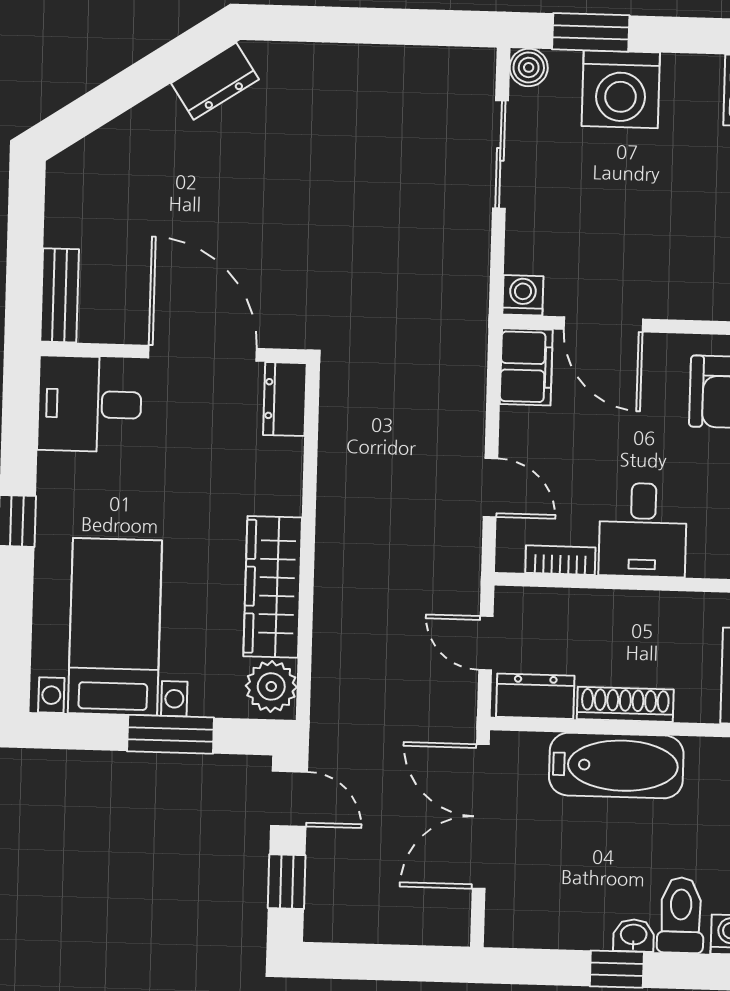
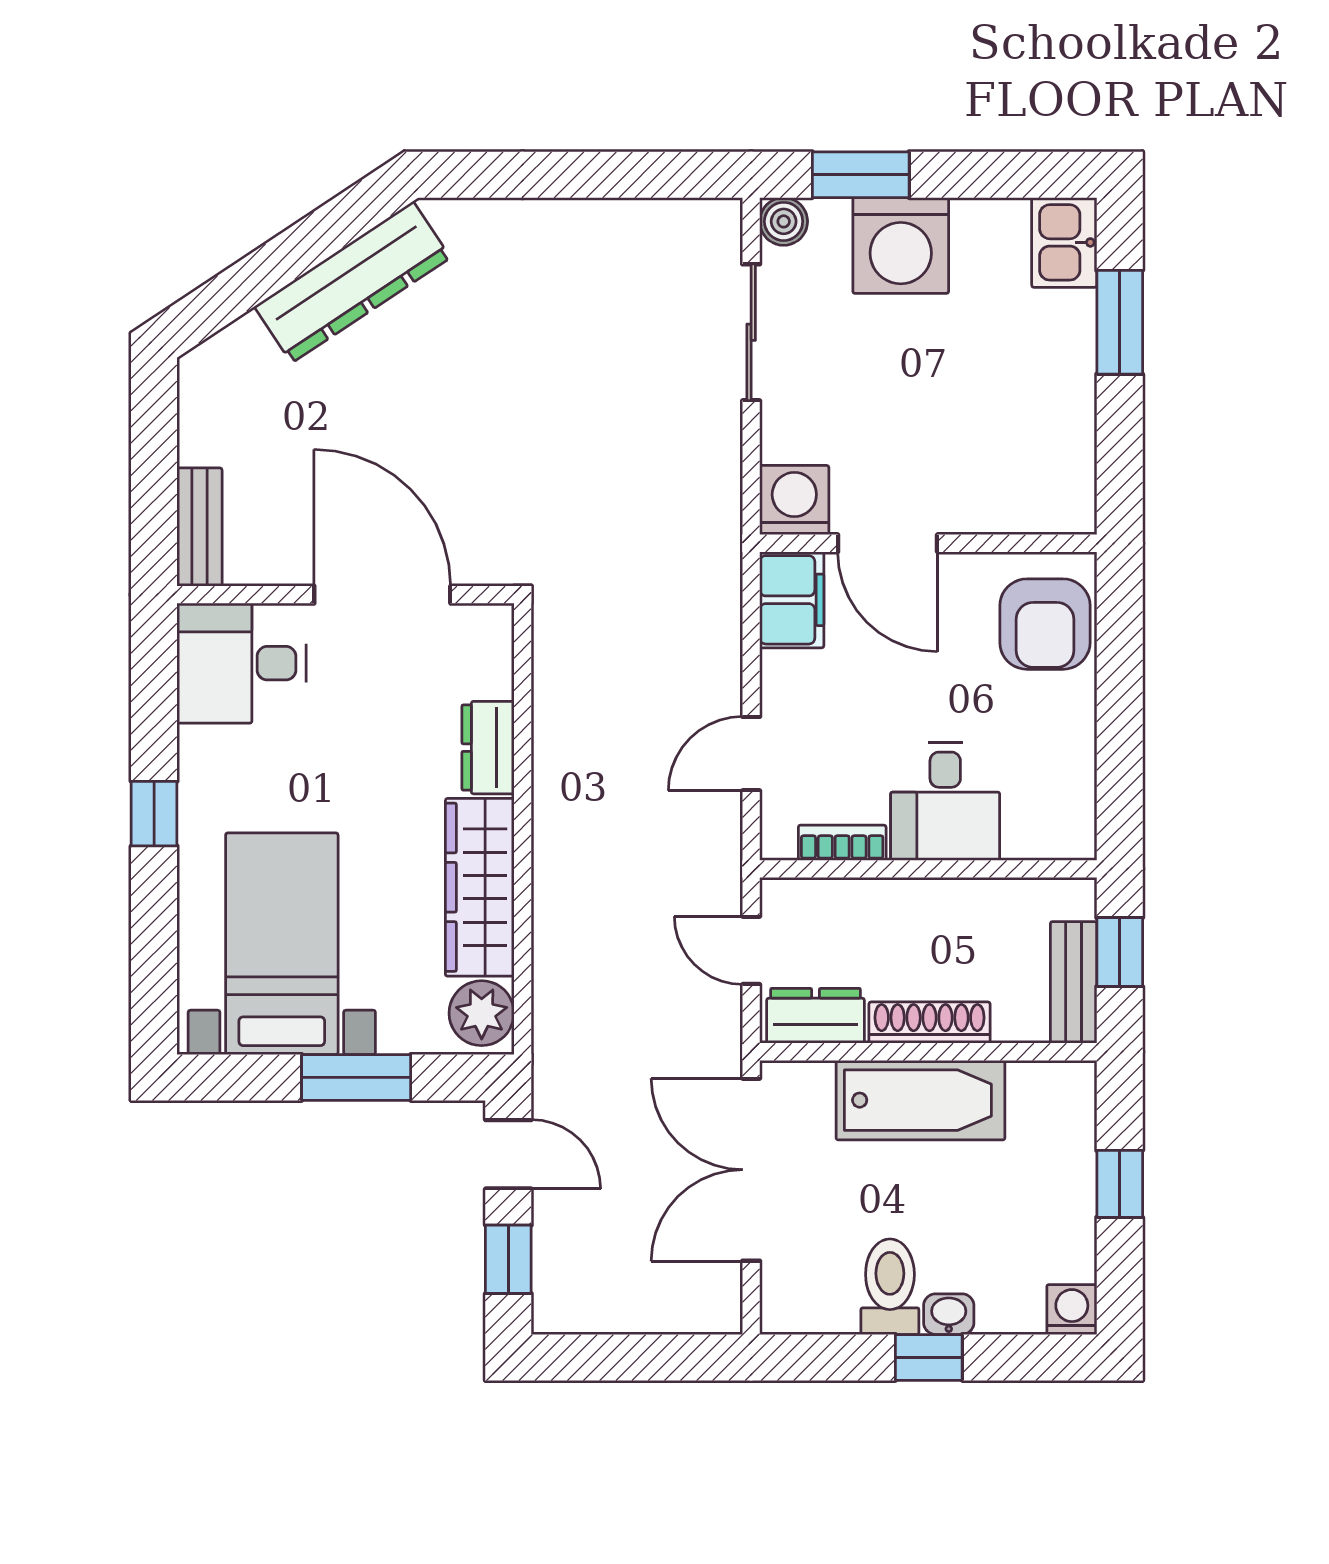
dresser: (215, 81) -> (352, 282), width x1.96, depth x1.24
washing machine: (523, 295) -> (794, 500), width x1.38, depth x1.38
dresser: (285, 399) -> (488, 748), moved
door: (491, 488) -> (751, 754), swing flipped
toilet: (681, 915) -> (890, 1287), moved

